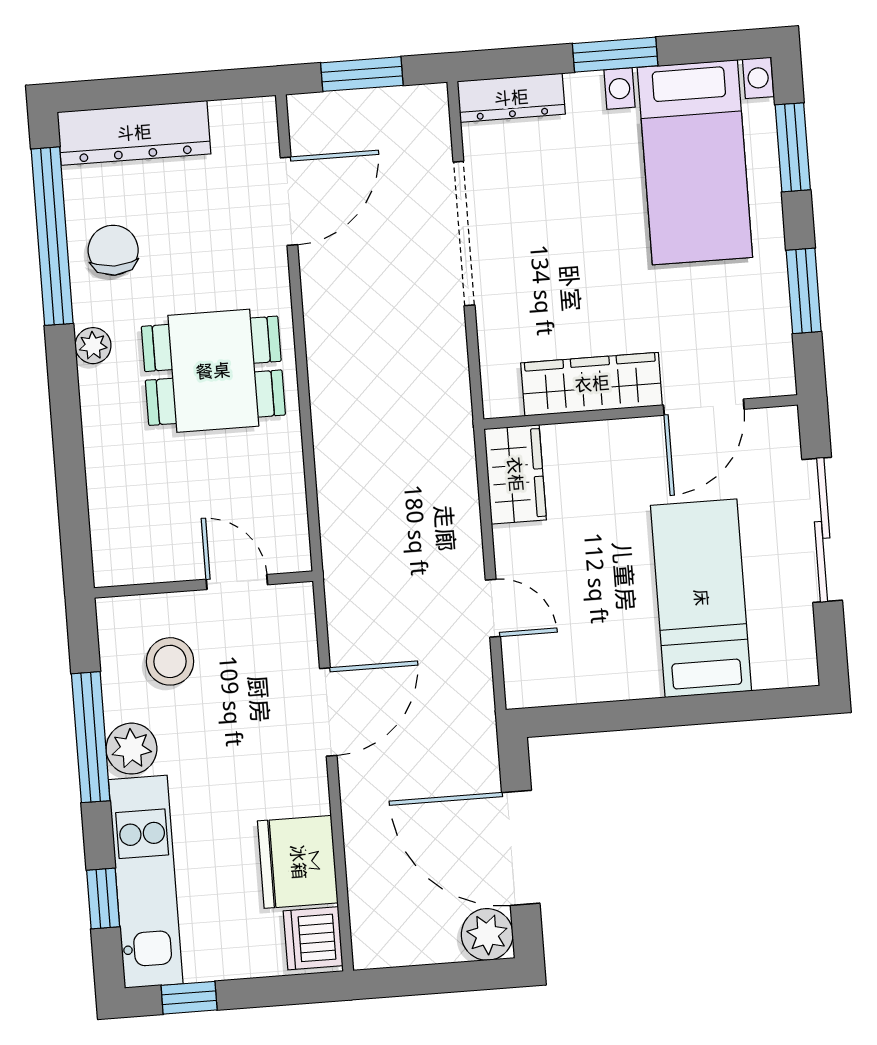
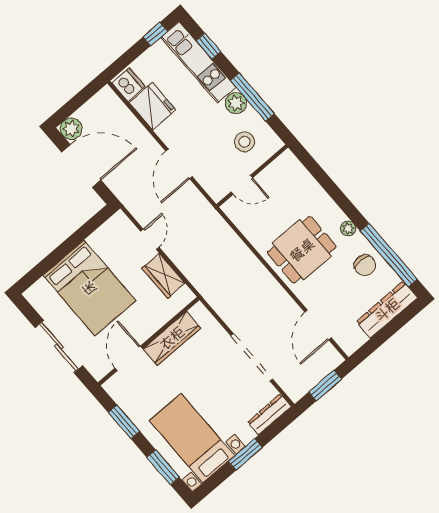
wardrobe: (515, 474) -> (163, 276), moved
bed: (701, 598) -> (89, 288), width x1.50
door: (493, 608) -> (150, 239), swing flipped

